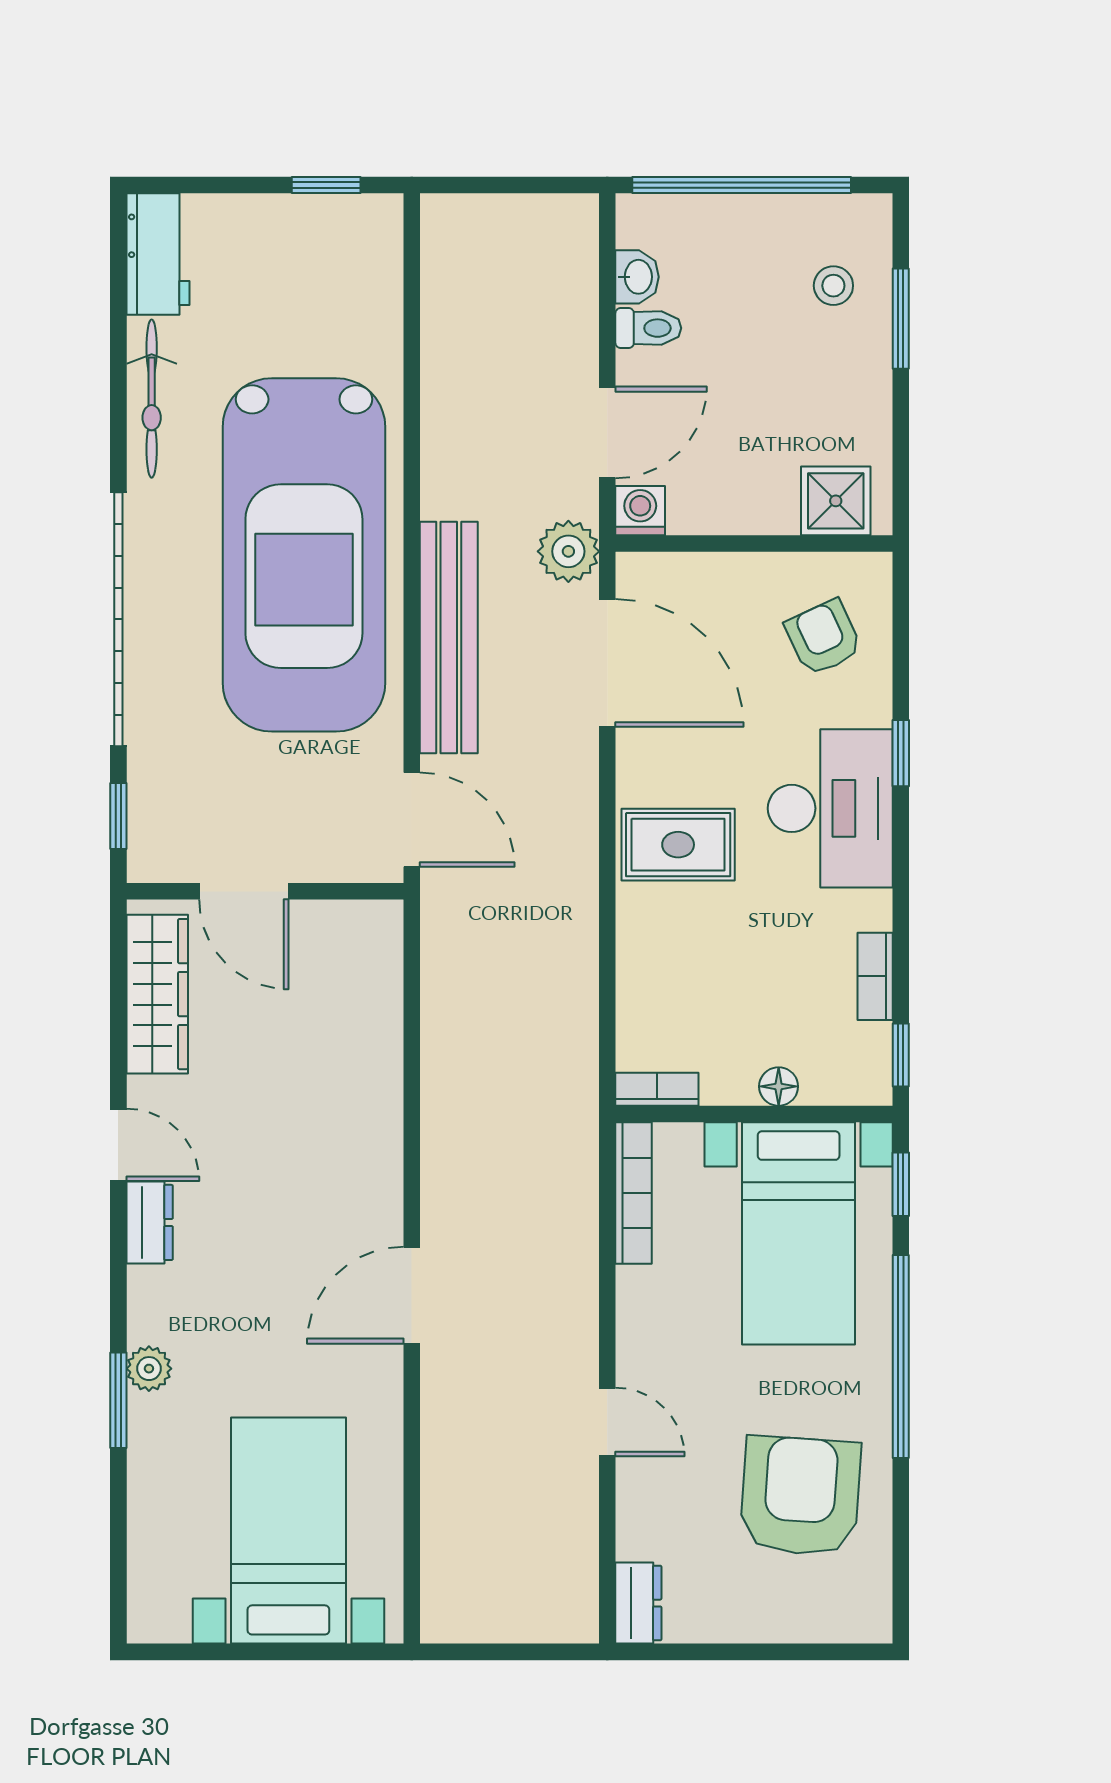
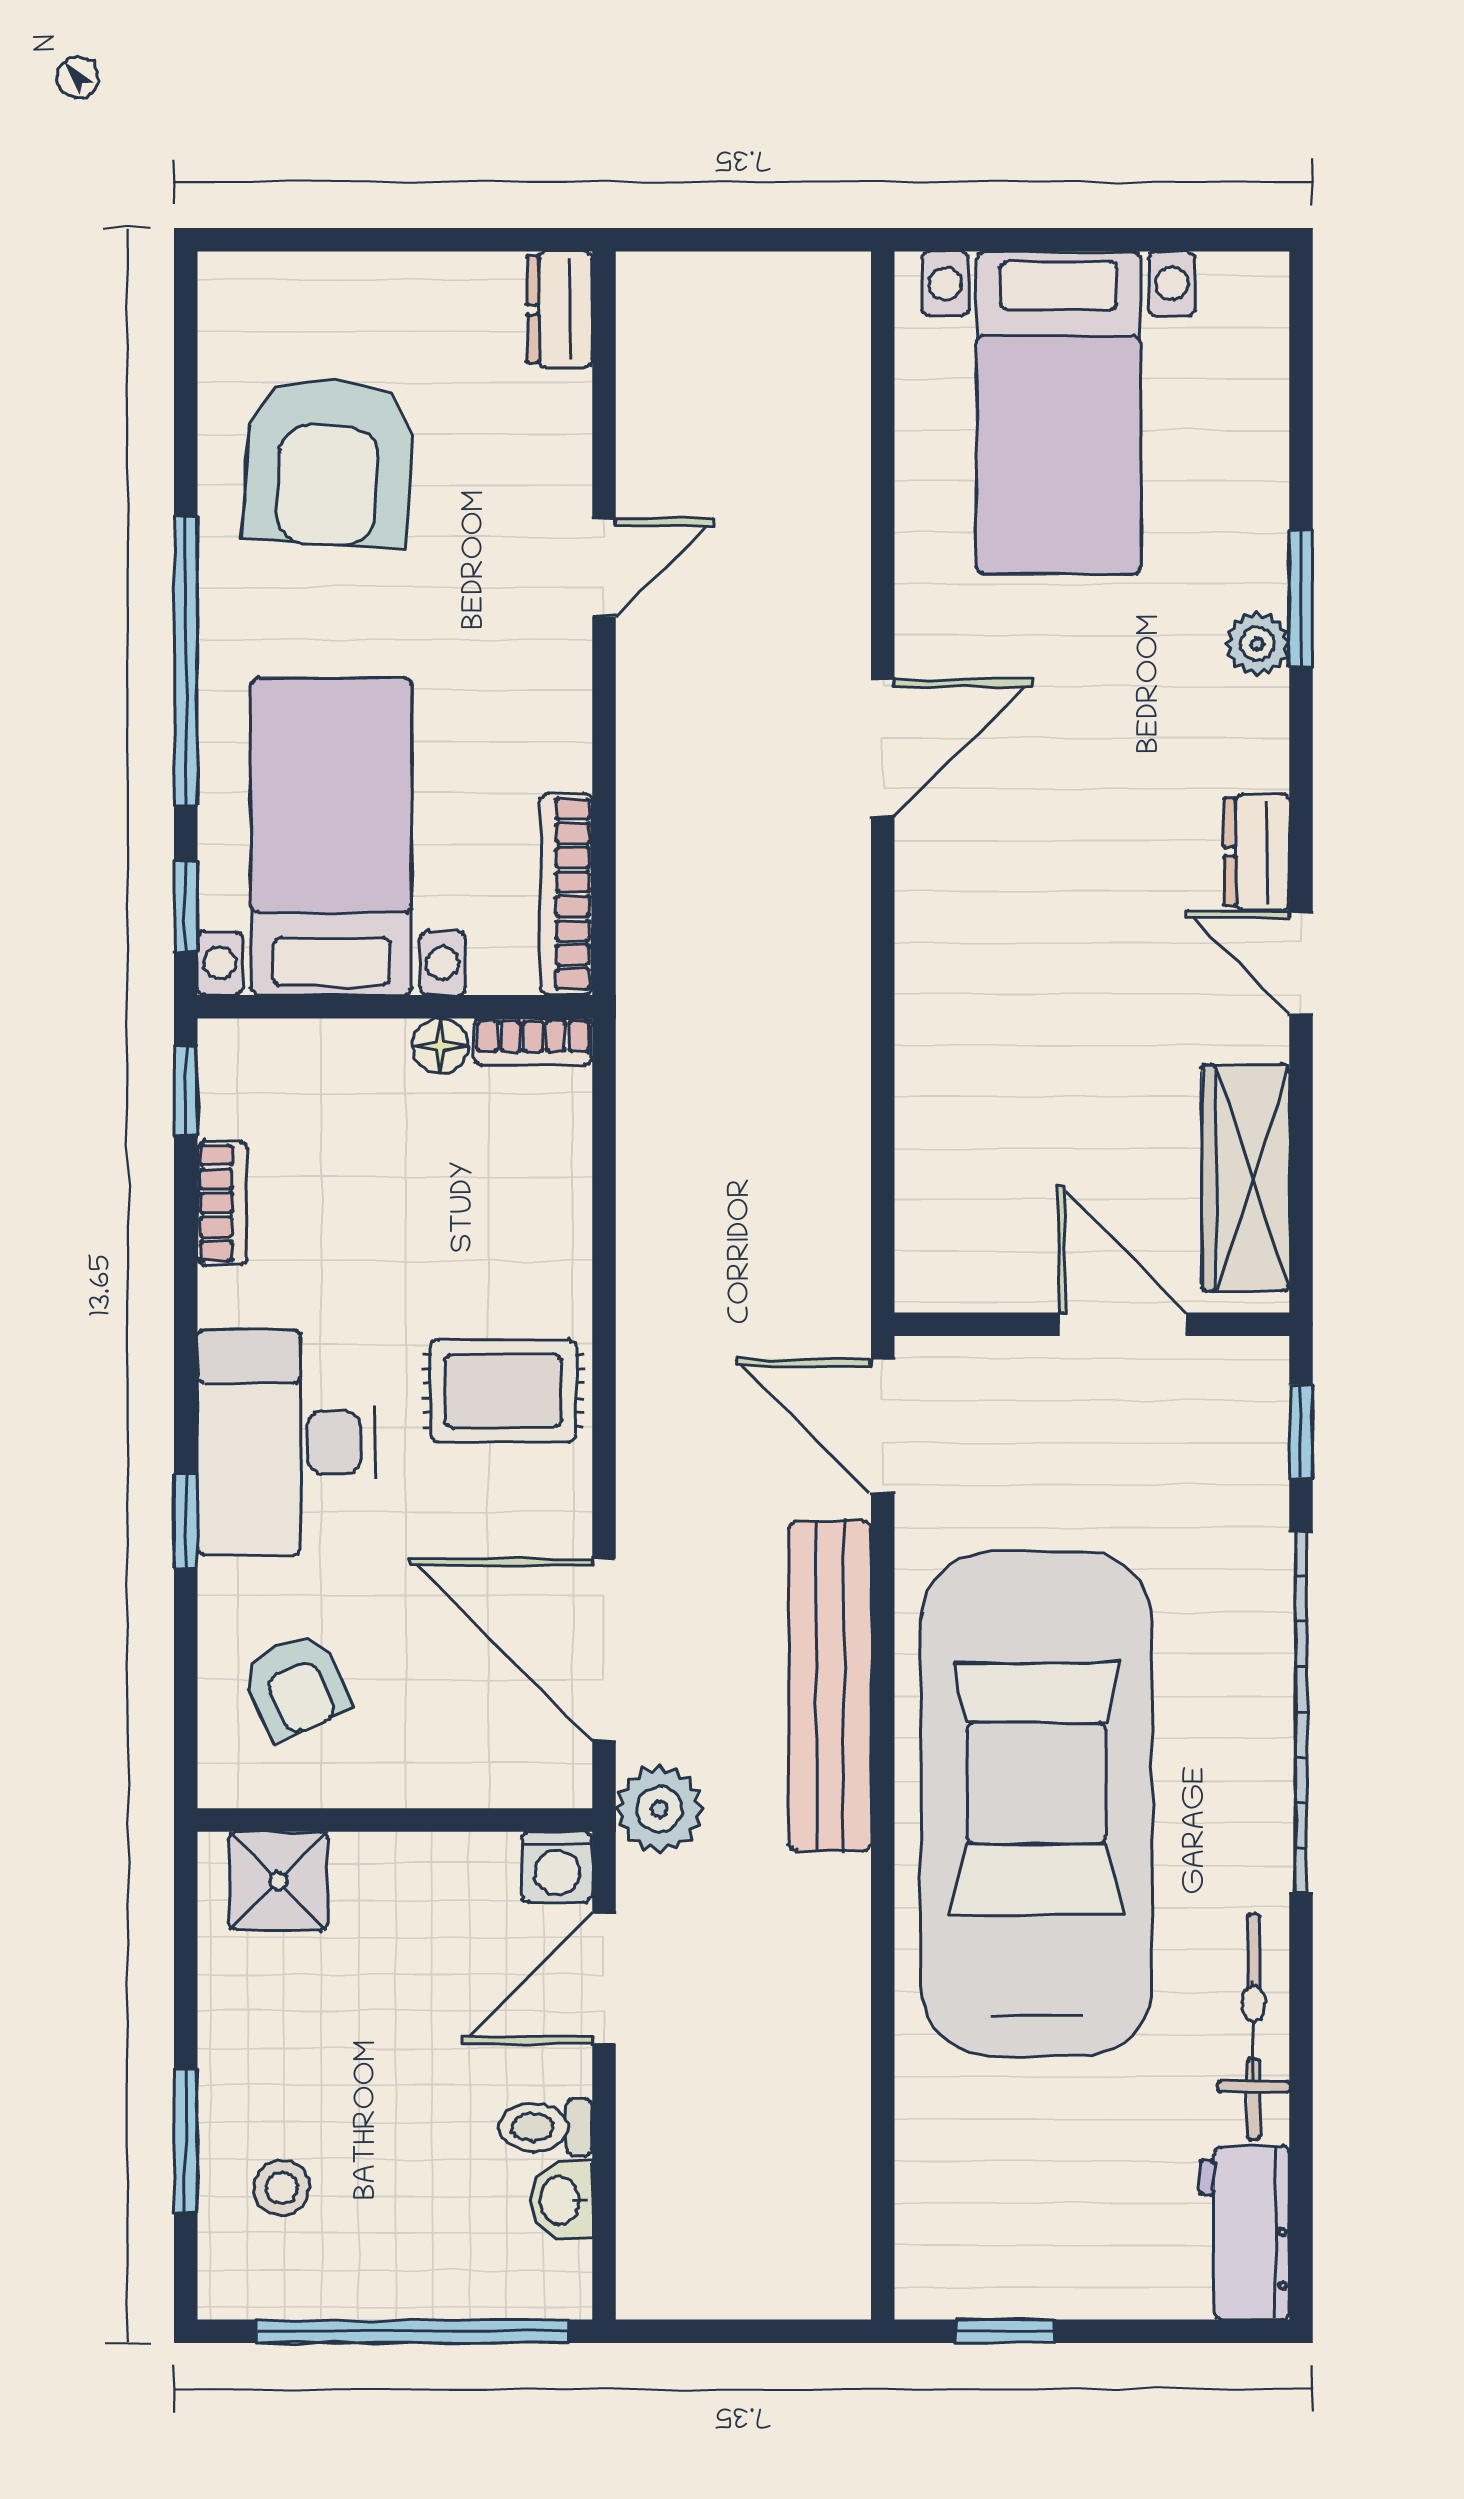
floor lamp: (779, 1086) -> (440, 1046), moved
door: (607, 1422) -> (604, 568), swing flipped

